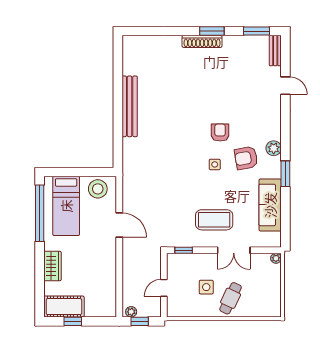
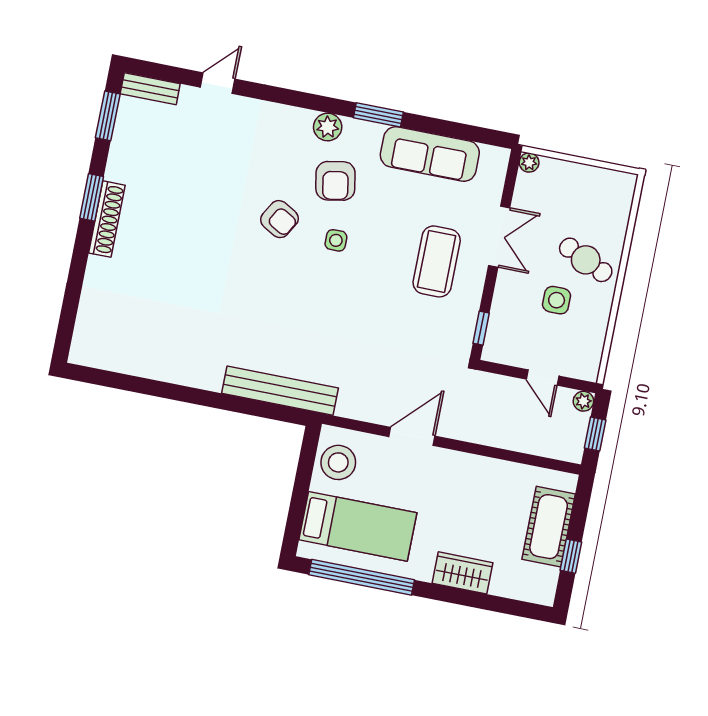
bench: (130, 106) -> (280, 391), moved
armchair: (220, 132) -> (279, 219), turned -150
cot: (64, 307) -> (549, 527), moved
plant: (131, 312) -> (583, 401), moved

